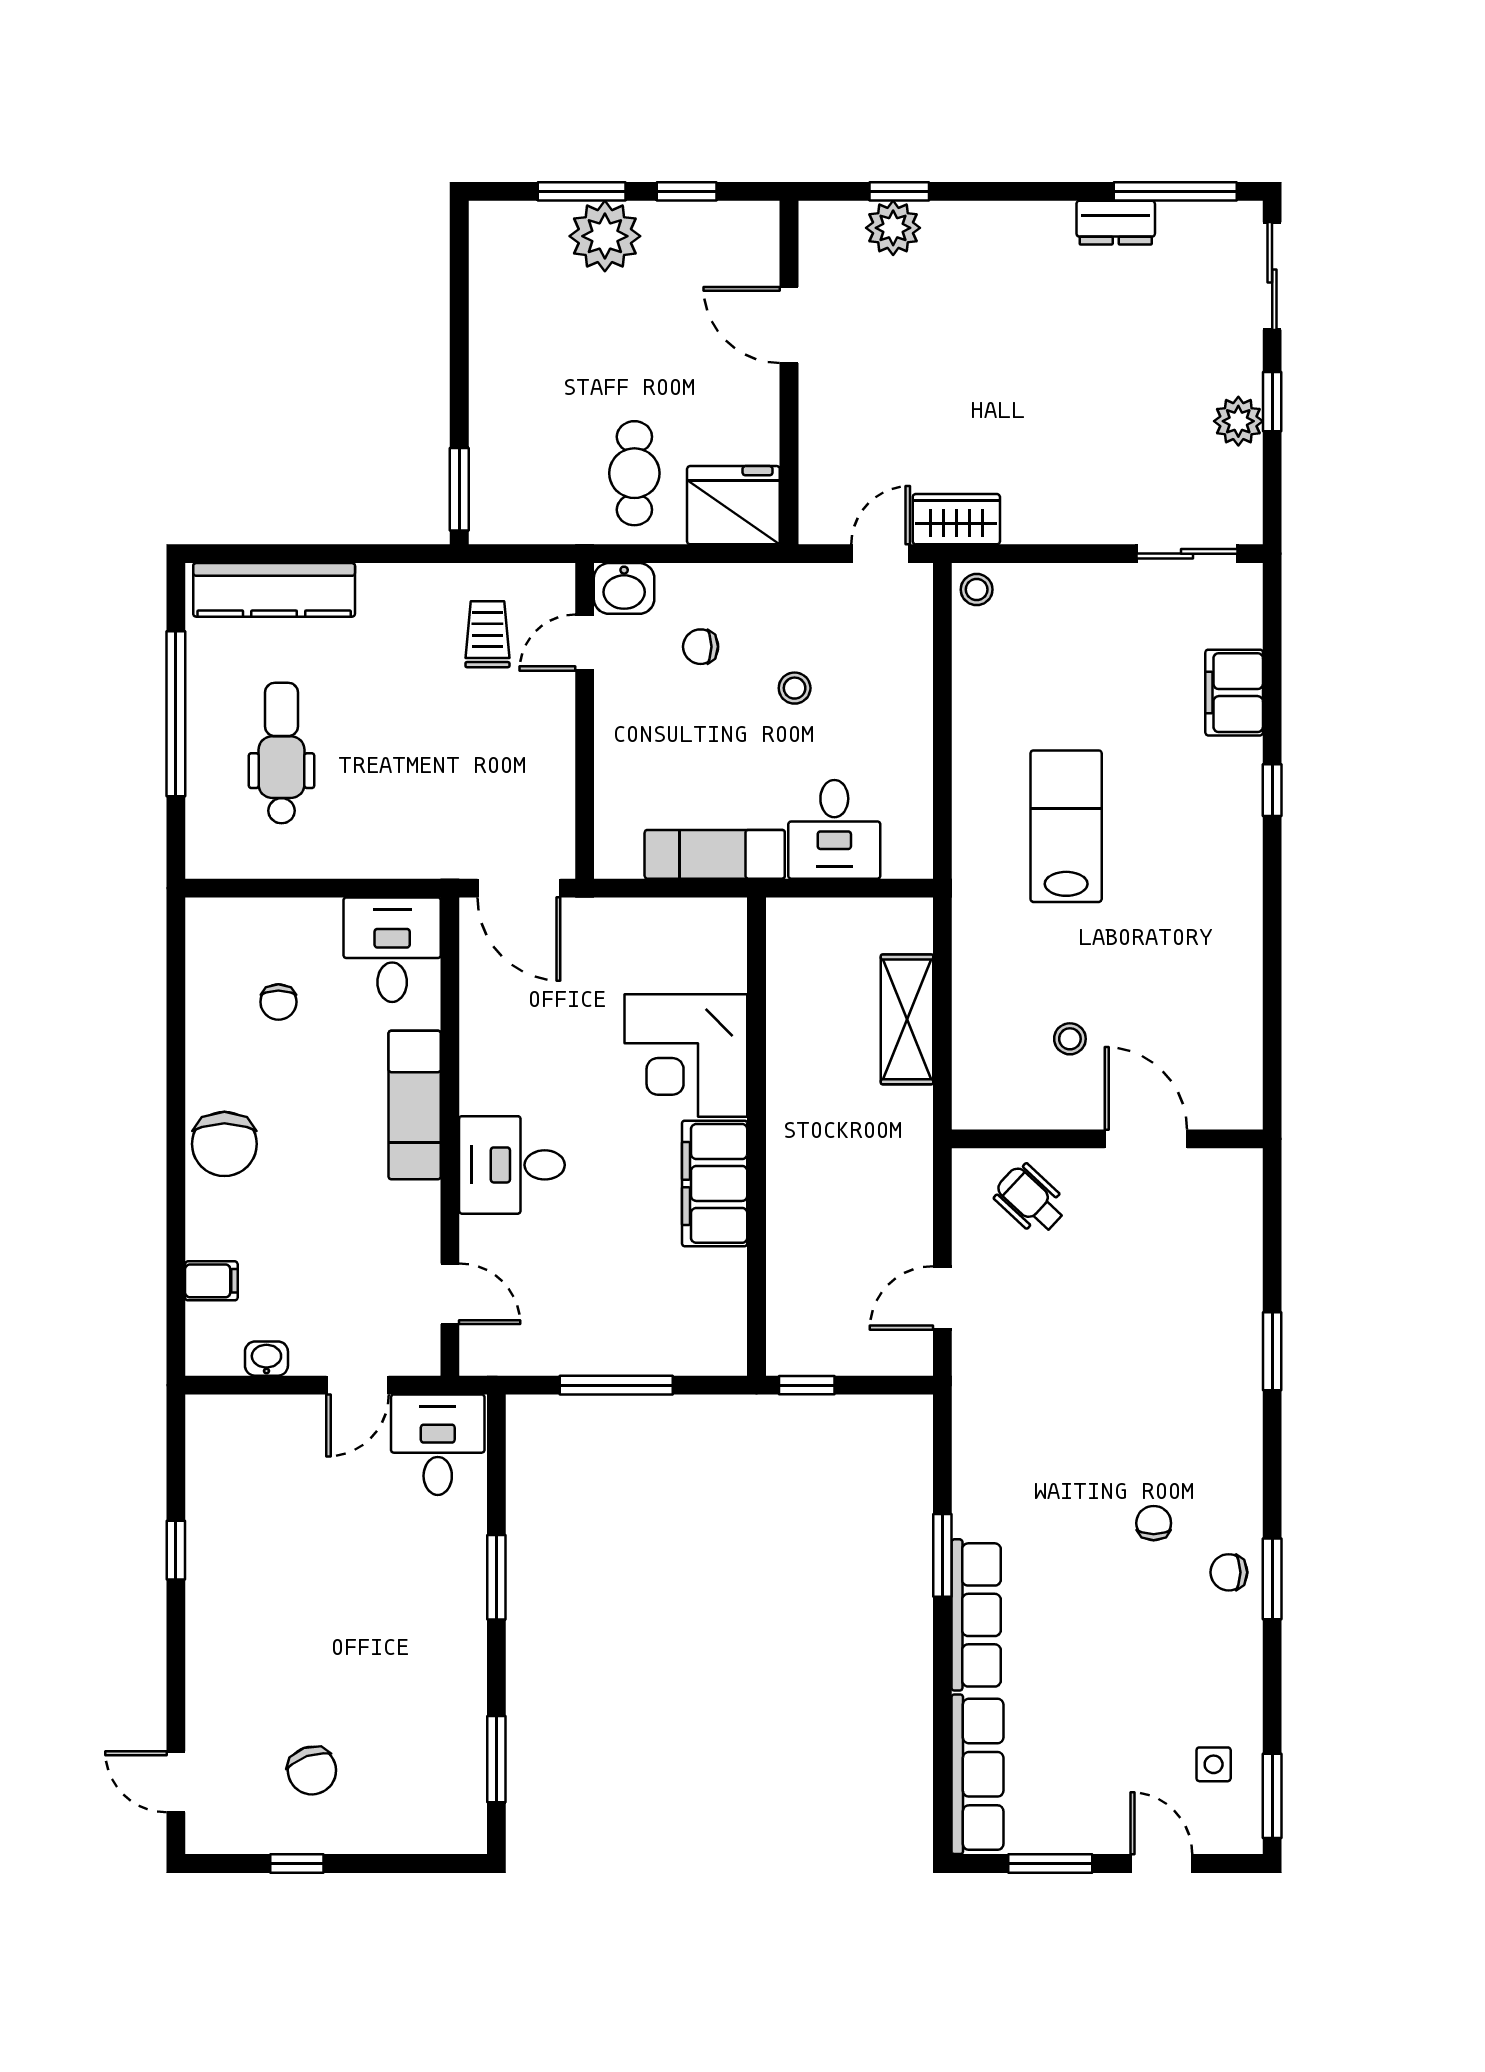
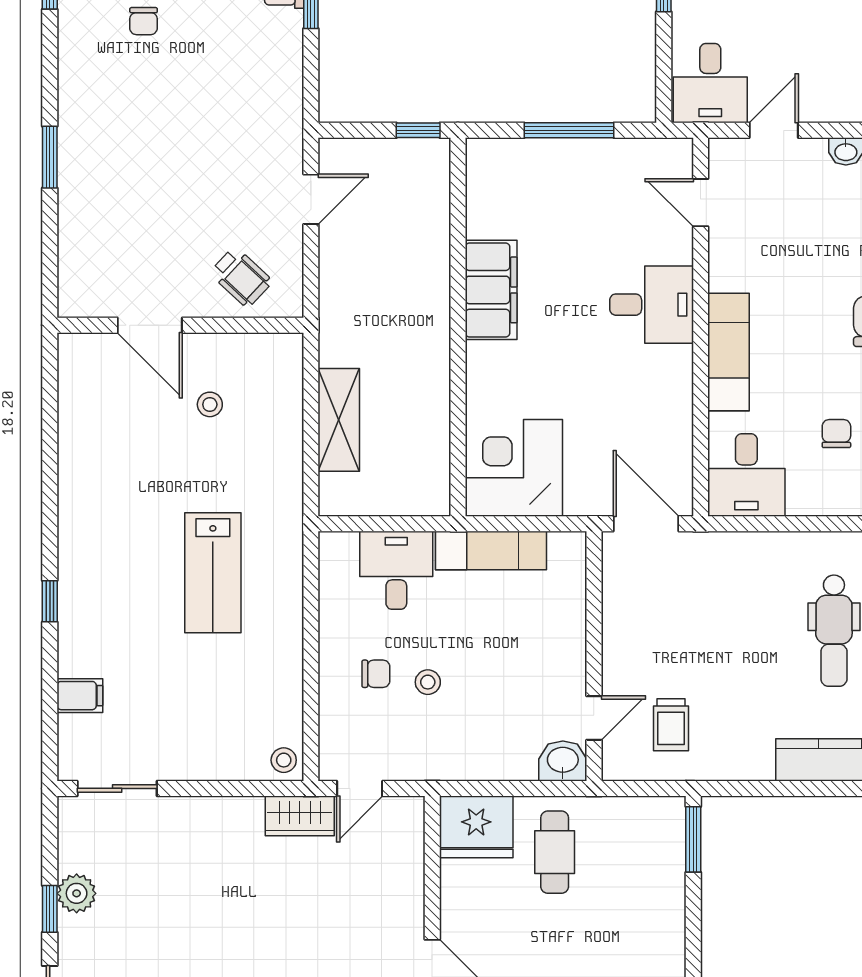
chair: (701, 647) -> (376, 674), moved
filing cabinet: (1234, 693) -> (80, 696), width x0.50
corner desk: (686, 1056) -> (514, 468), moved, turned -90

